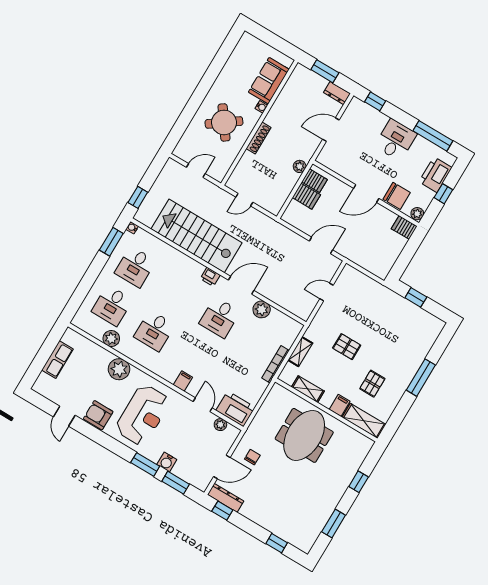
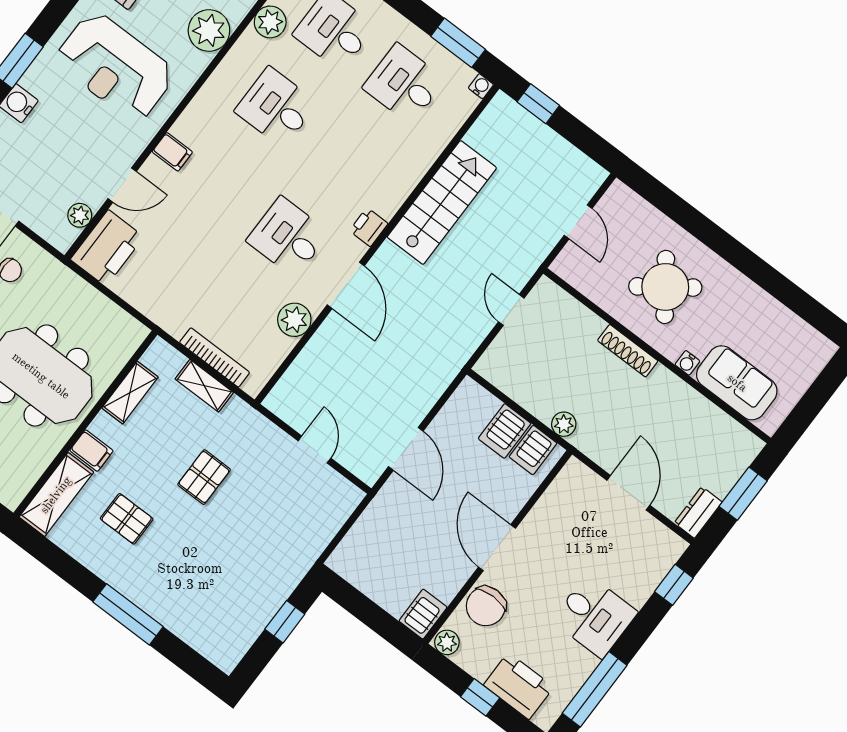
stairs: (197, 236) -> (442, 202), width x0.73, depth x0.66
bookcase: (275, 364) -> (215, 357), moved

